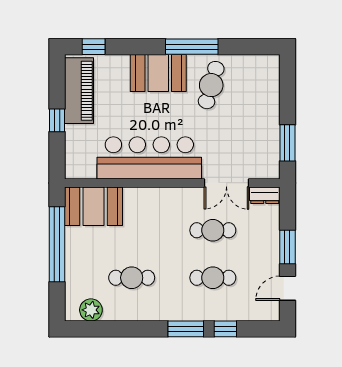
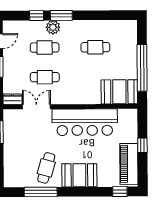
window: (192, 47) -> (41, 192), moved
plant: (91, 310) -> (53, 27), moved

